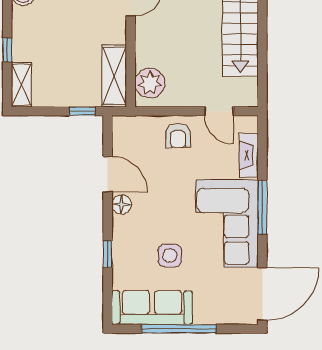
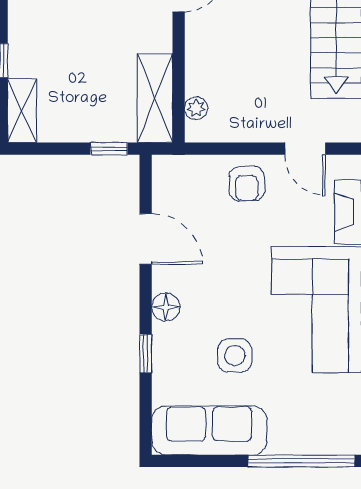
plant: (150, 83) -> (196, 108), width x0.53, depth x0.53
floor lamp: (122, 205) -> (166, 307), moved
window: (179, 329) -> (302, 461), moved

